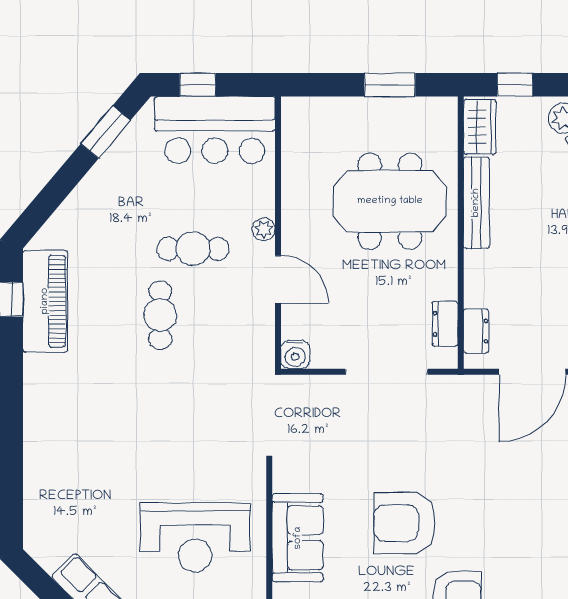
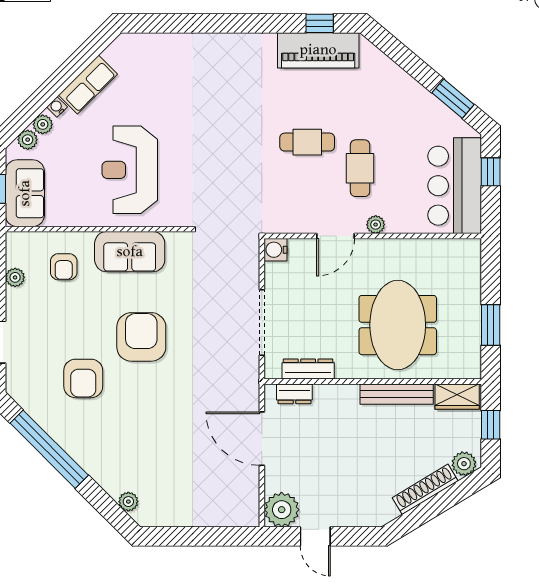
dresser: (445, 324) -> (308, 369), width x1.44

